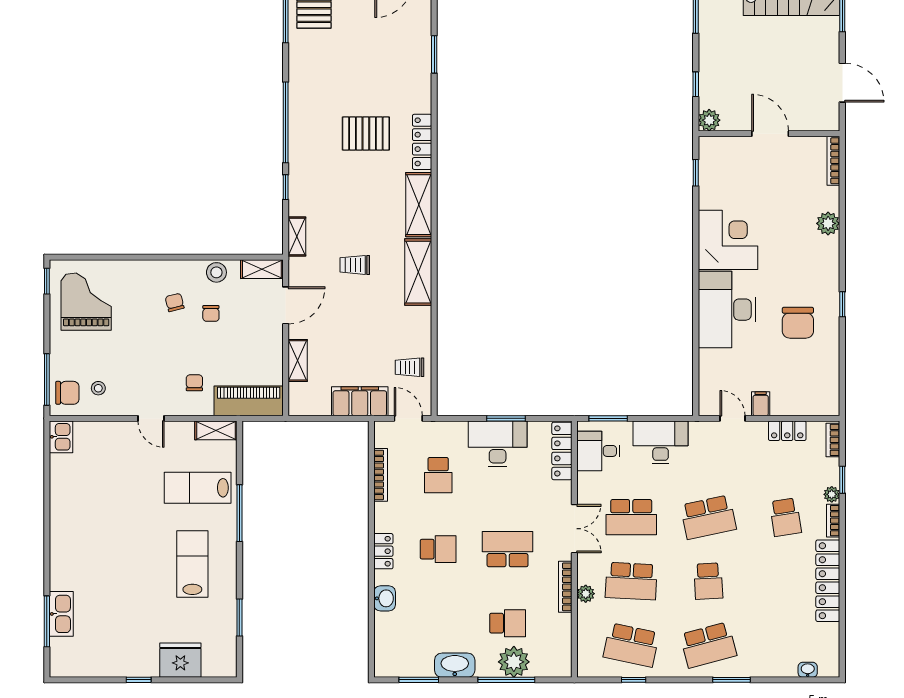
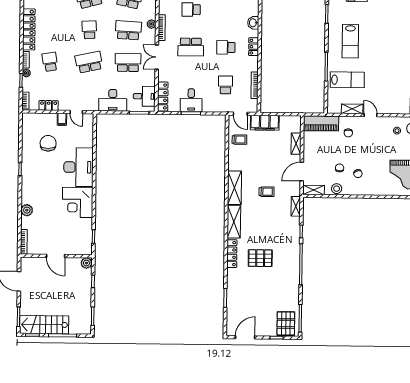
chair: (798, 323) -> (48, 143), moved
shelving: (216, 430) -> (352, 109), moved
desk: (498, 444) -> (191, 100), width x0.73

